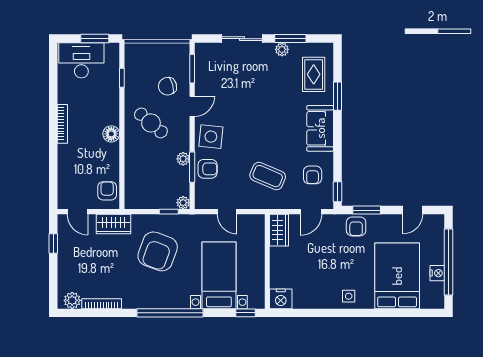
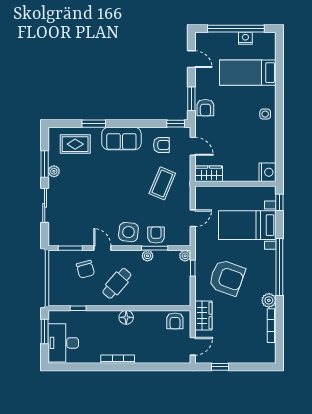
armchair: (107, 191) -> (175, 321), turned -90
armchair: (356, 226) -> (205, 108), turned 90
bed: (397, 276) -> (248, 73), width x0.67
plant: (72, 300) -> (269, 300), moved

